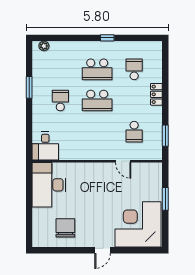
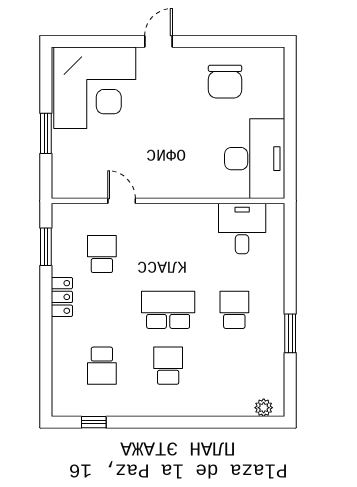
window: (107, 38) -> (94, 422), moved
school desk: (97, 69) -> (168, 366), width x0.54
locker: (156, 94) -> (62, 297), moved
school desk: (60, 101) -> (234, 310), turned 180
desk: (45, 146) -> (242, 228), moved

